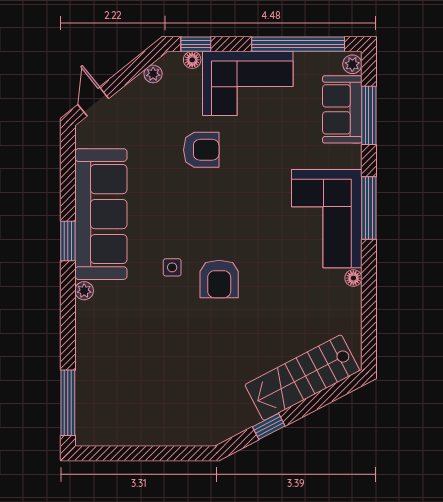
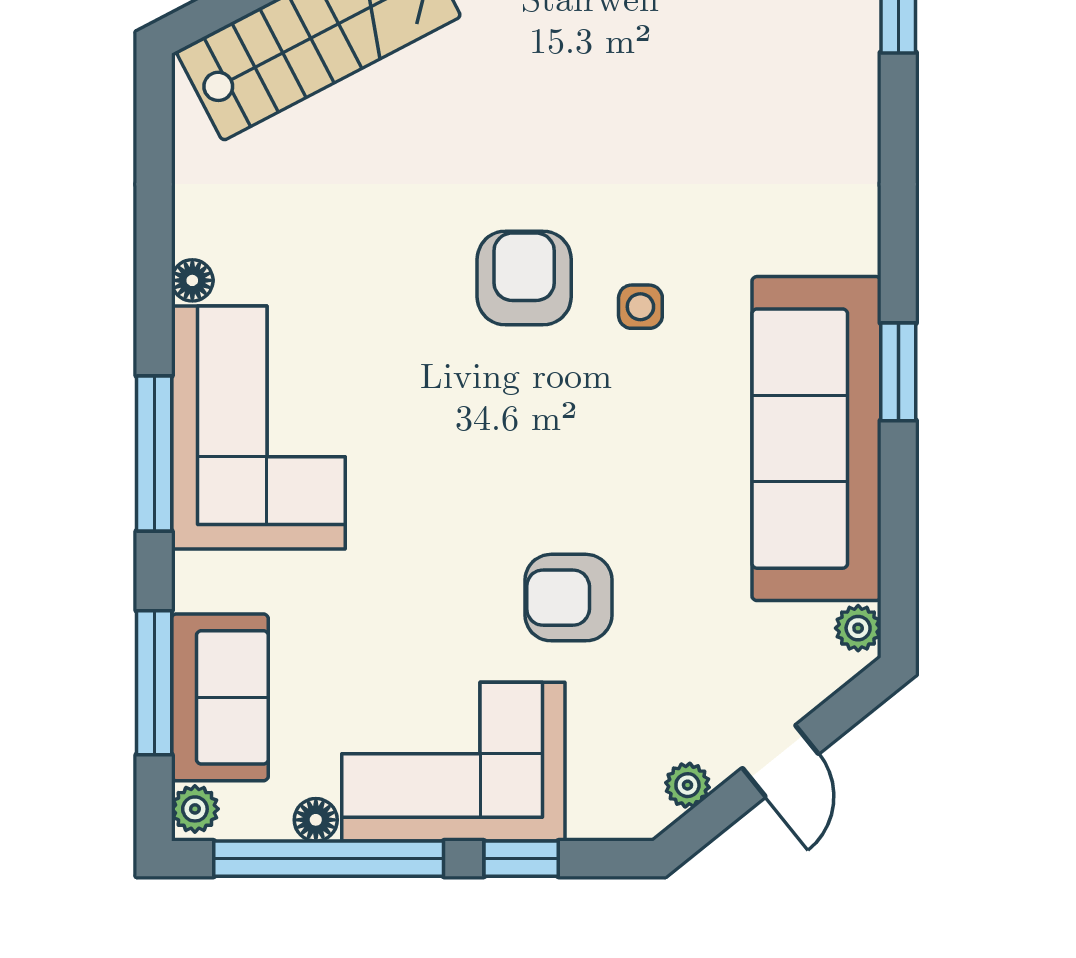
window: (196, 44) -> (521, 859), moved
floor lamp: (192, 60) -> (316, 820), moved
door: (93, 102) -> (780, 761), moved
plant: (84, 291) -> (858, 628), moved

